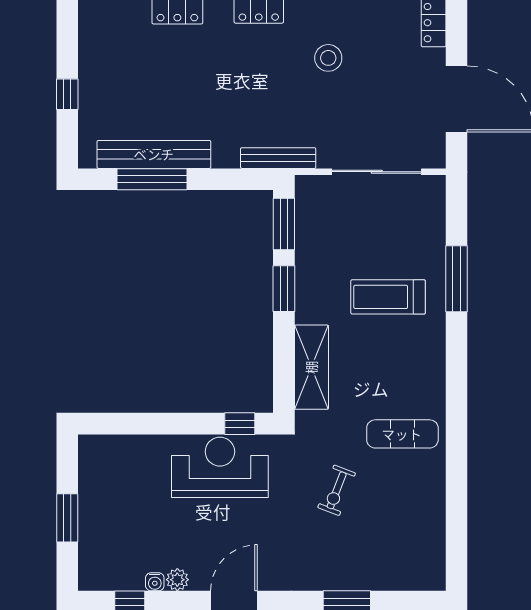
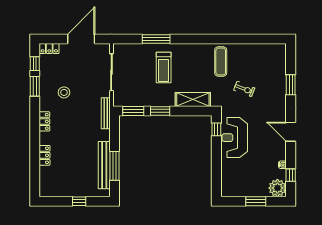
plant: (177, 580) -> (277, 188), moved, width x1.88, depth x1.88

